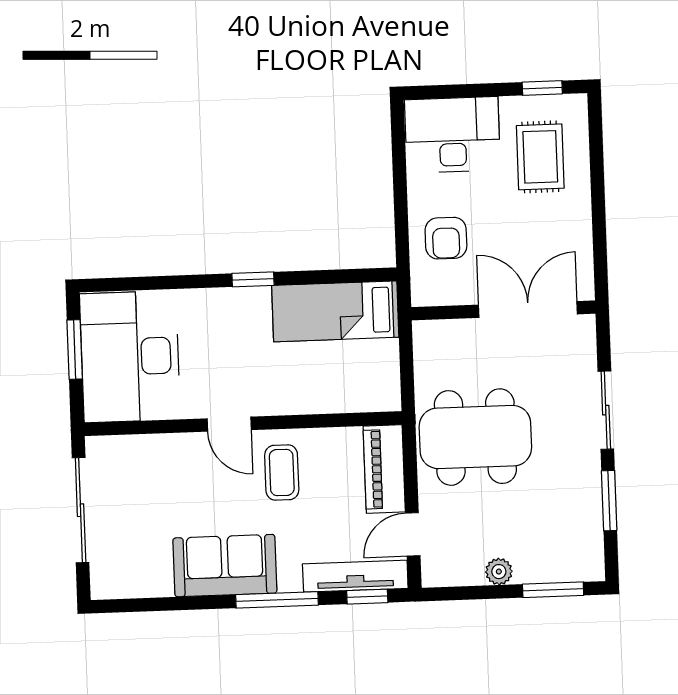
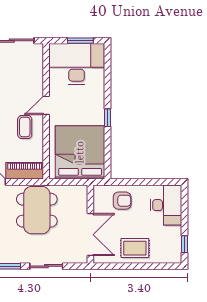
rug: (540, 157) -> (135, 248), moved
armchair: (446, 238) -> (122, 201), turned 180
bed: (335, 311) -> (80, 152), width x2.04
coffee table: (282, 472) -> (25, 127), turned 90

